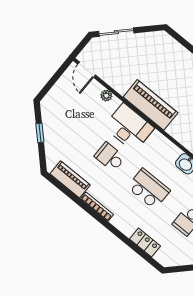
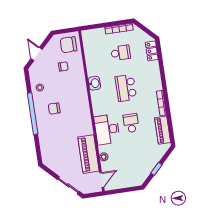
piano: (151, 105) -> (88, 154), moved
school desk: (110, 157) -> (131, 123), turned 180
locker: (145, 242) -> (152, 51), moved

